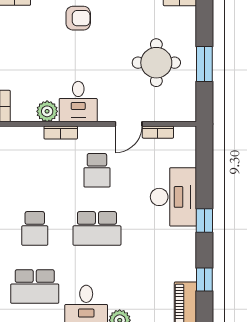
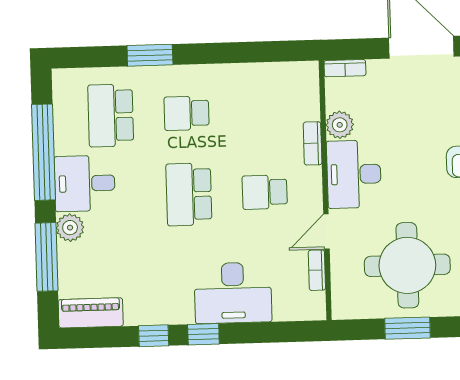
round table: (156, 63) -> (407, 265), width x1.36, depth x1.36
desk: (78, 102) -> (354, 174), width x1.37
door: (129, 124) -> (326, 232), hinge flipped
window: (204, 280) -> (154, 336), moved

